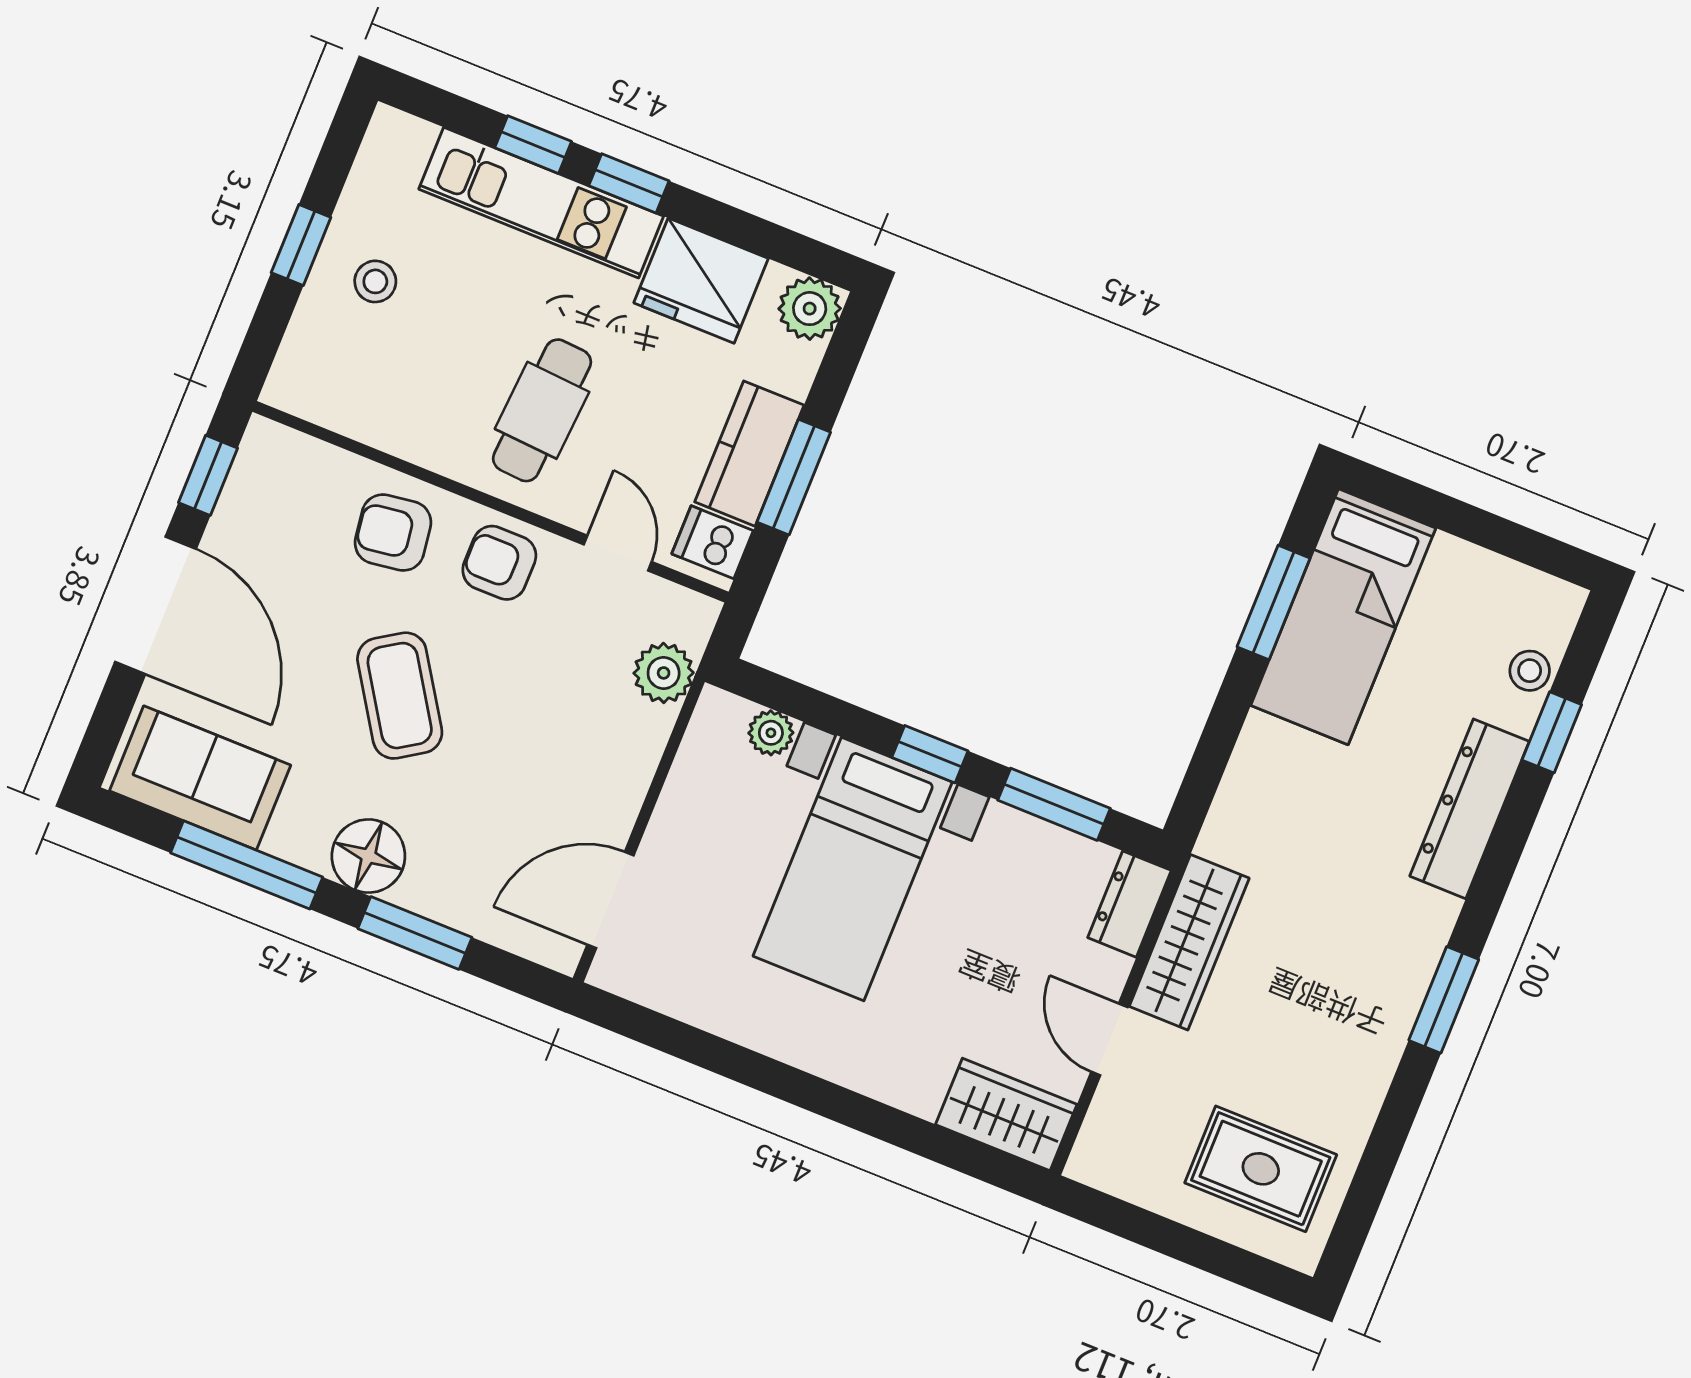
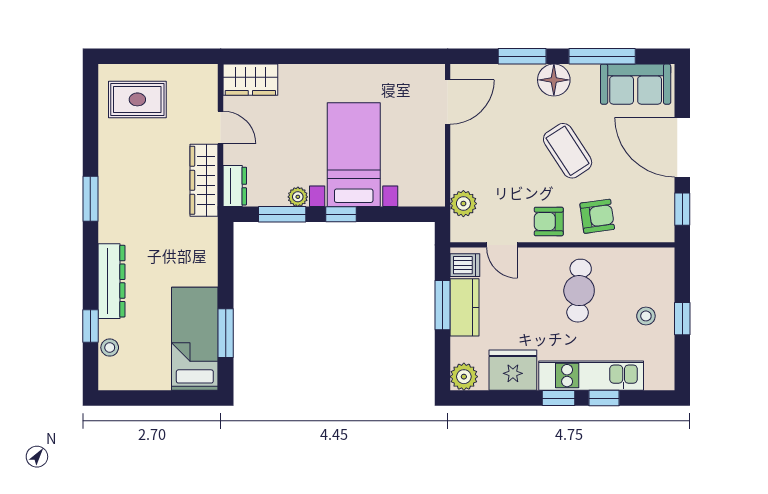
cafe table: (542, 410) -> (579, 291), moved
armchair: (499, 563) -> (549, 221), turned 180
plant: (771, 733) -> (298, 197), moved

